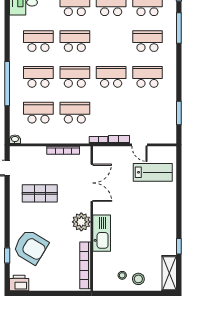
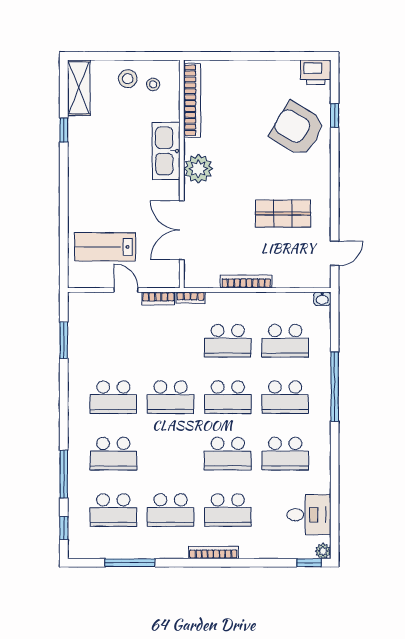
double door: (92, 183) -> (182, 230), moved
wall: (92, 219) -> (182, 174), moved
plant: (81, 222) -> (198, 169), moved
kitchen sink: (102, 233) -> (166, 151), moved
bookcase: (85, 265) -> (192, 100), moved

